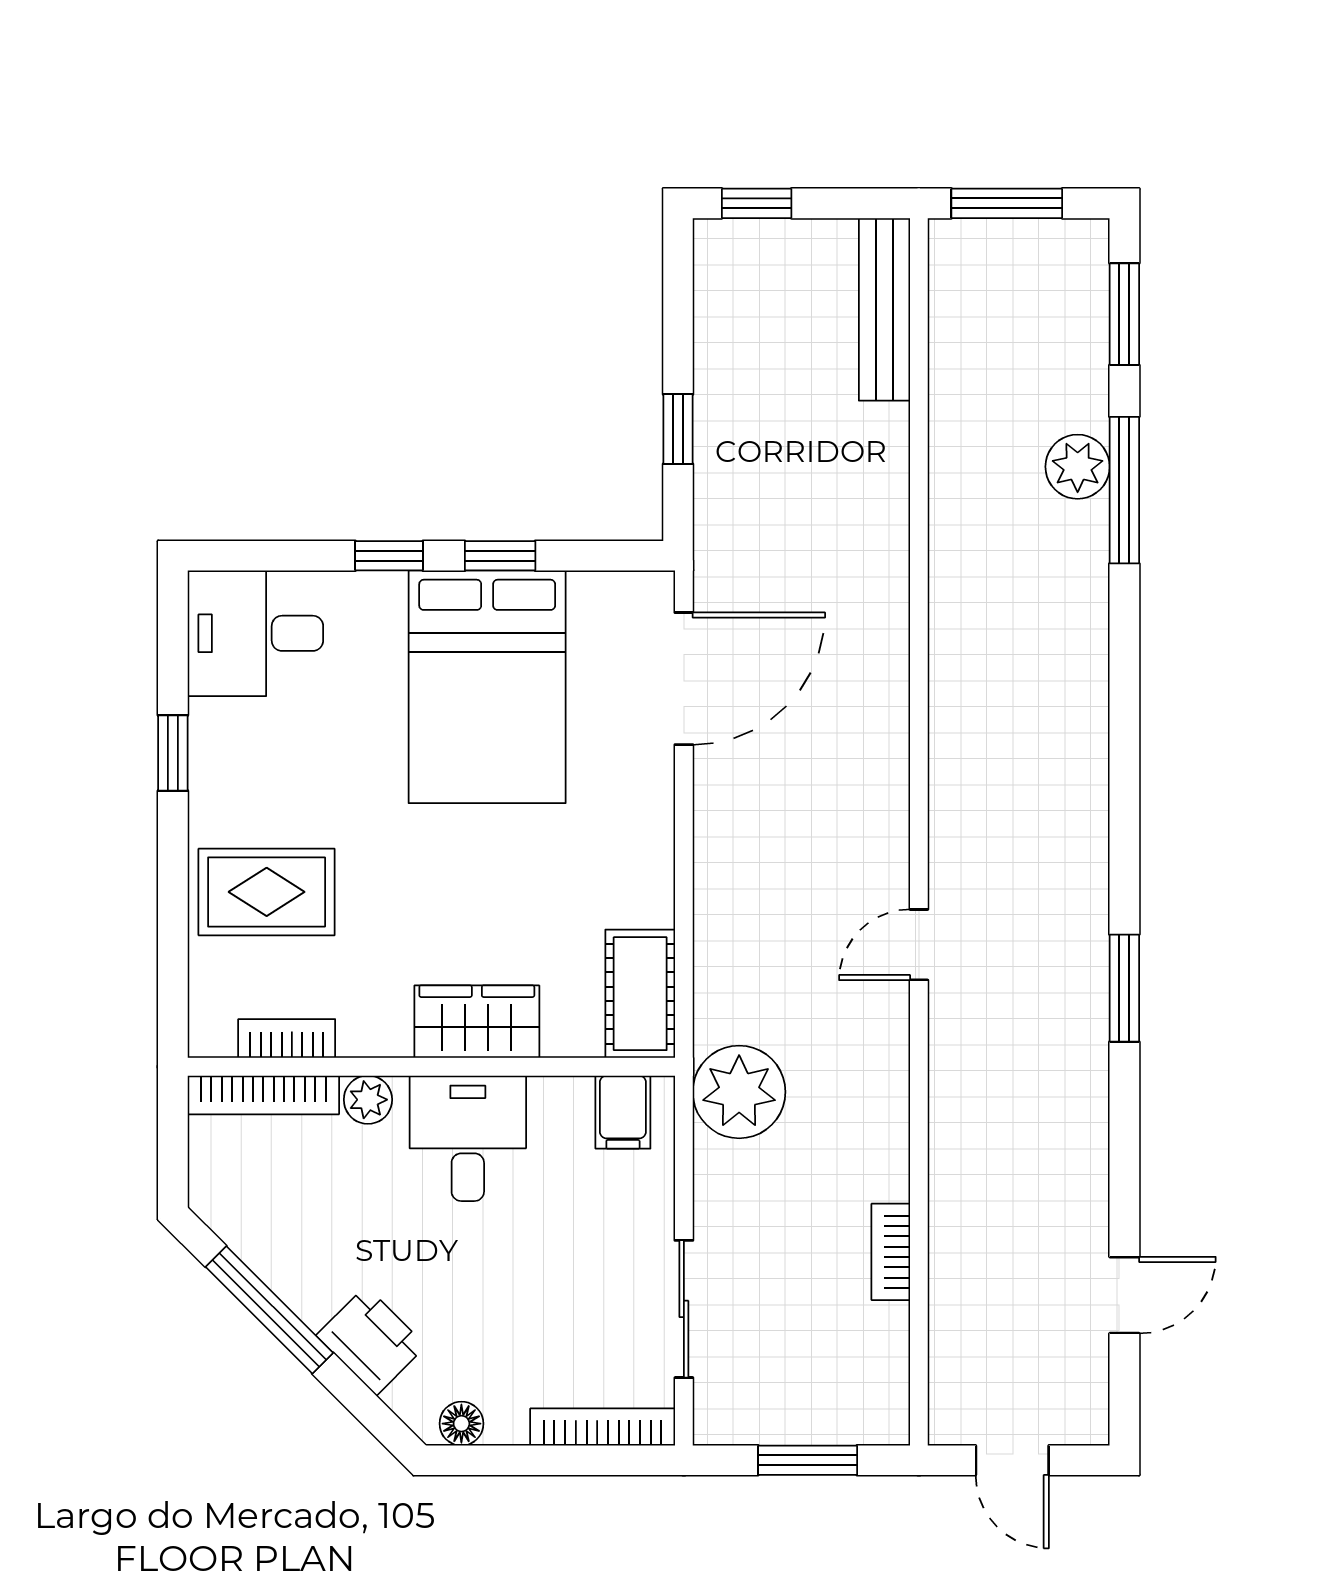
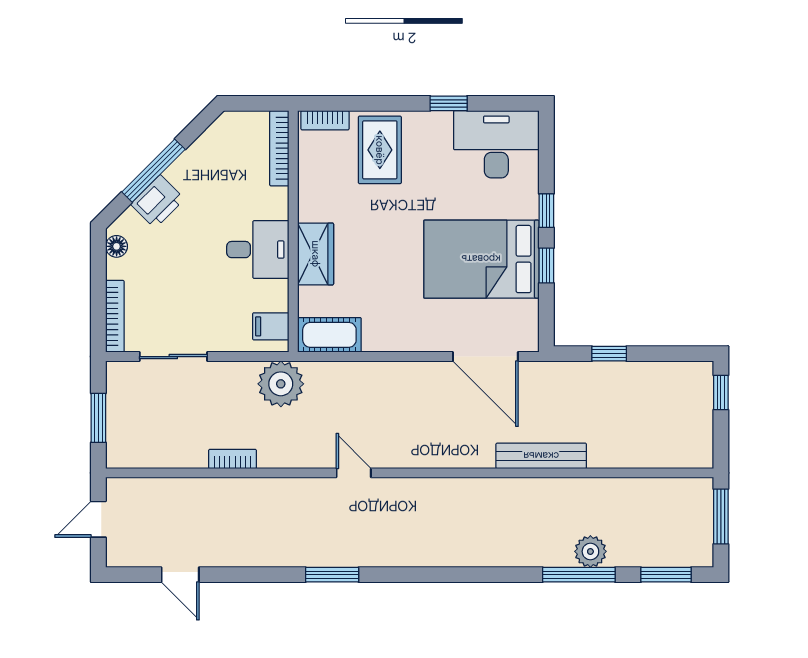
bench: (884, 309) -> (541, 456), moved
desk: (255, 633) -> (496, 144), width x1.37
bookcase: (287, 1039) -> (325, 120), moved, turned 90
plant: (368, 1100) -> (277, 200), removed
bookcase: (891, 1252) -> (233, 459), moved
window: (269, 1310) -> (153, 171), moved

